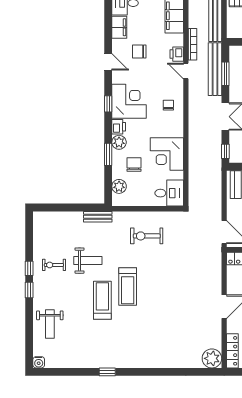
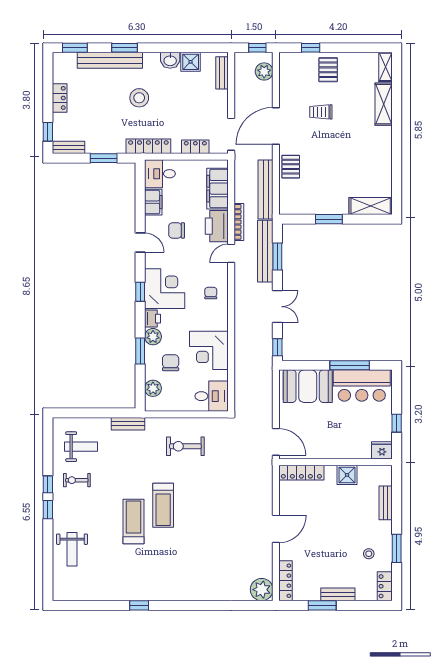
printer: (177, 54) -> (217, 226), width x1.87, depth x1.48
door: (186, 71) -> (231, 253), hinge flipped
weight bench: (88, 261) -> (81, 447), moved
water cooler: (39, 362) -> (59, 594), removed

